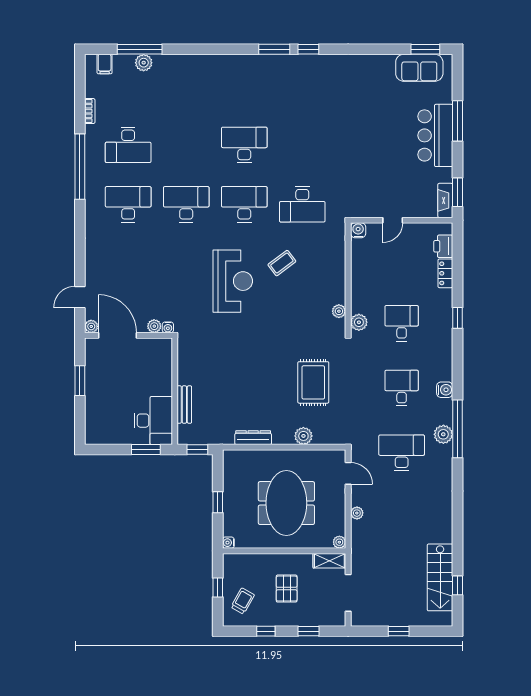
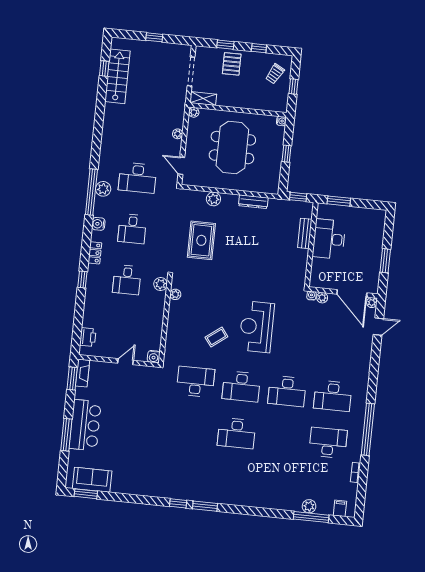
locker: (445, 273) -> (95, 253), moved
desk: (153, 421) -> (329, 239), moved
pallet: (287, 589) -> (232, 64), moved

